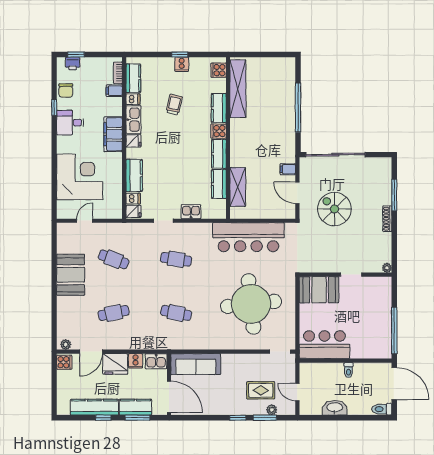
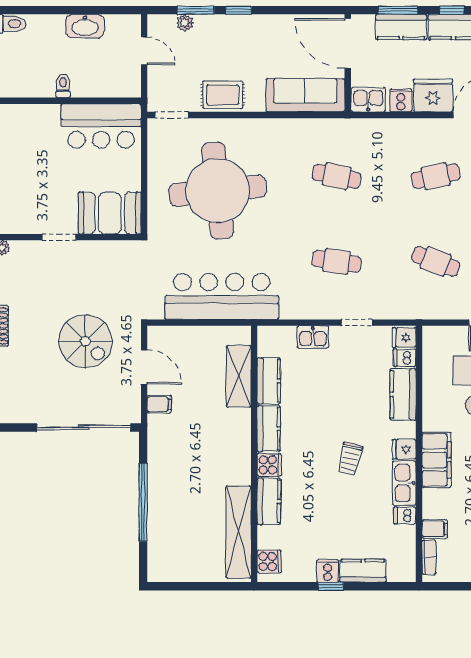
kitchen counter: (133, 78) -> (363, 571), moved, turned 90
trolley: (174, 105) -> (350, 459), moved
rug: (261, 390) -> (223, 95), moved

